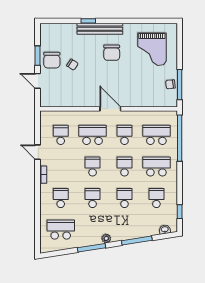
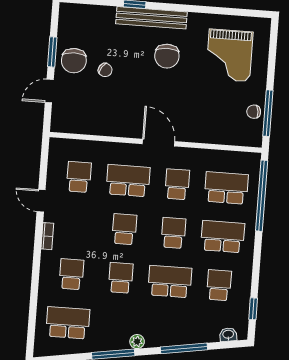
door: (37, 81) -> (49, 91), hinge flipped
school desk: (125, 198) -> (170, 282), width x1.85

